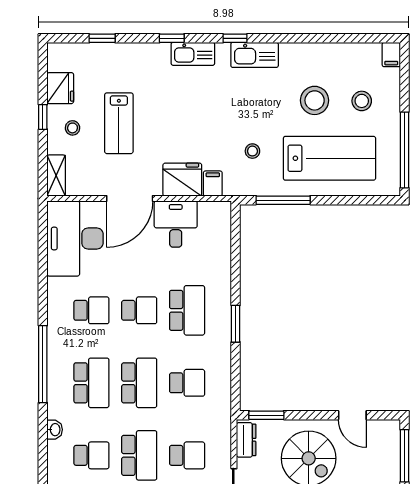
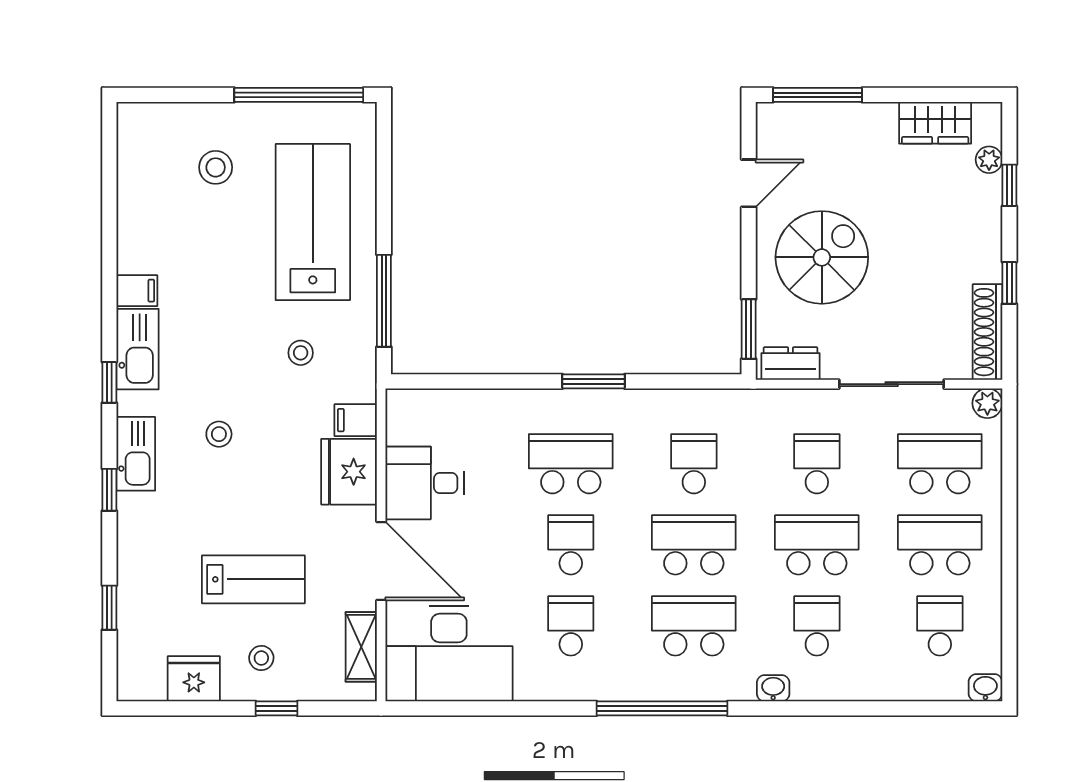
filing cabinet: (391, 55) -> (137, 291), moved
stool: (315, 100) -> (219, 434), moved, width x0.53, depth x0.53
window: (43, 117) -> (277, 708), moved
shelving: (56, 176) -> (361, 647), moved, turned 90

